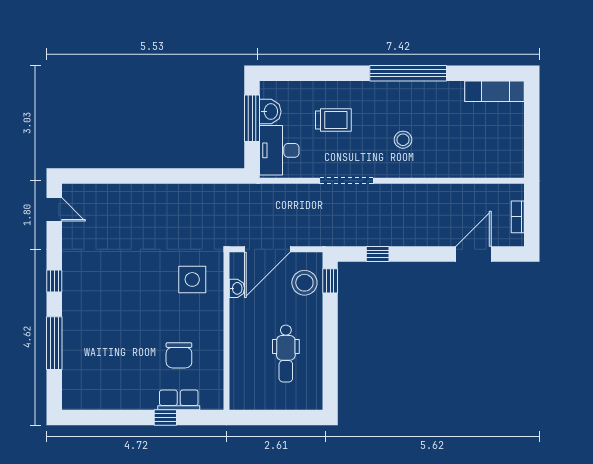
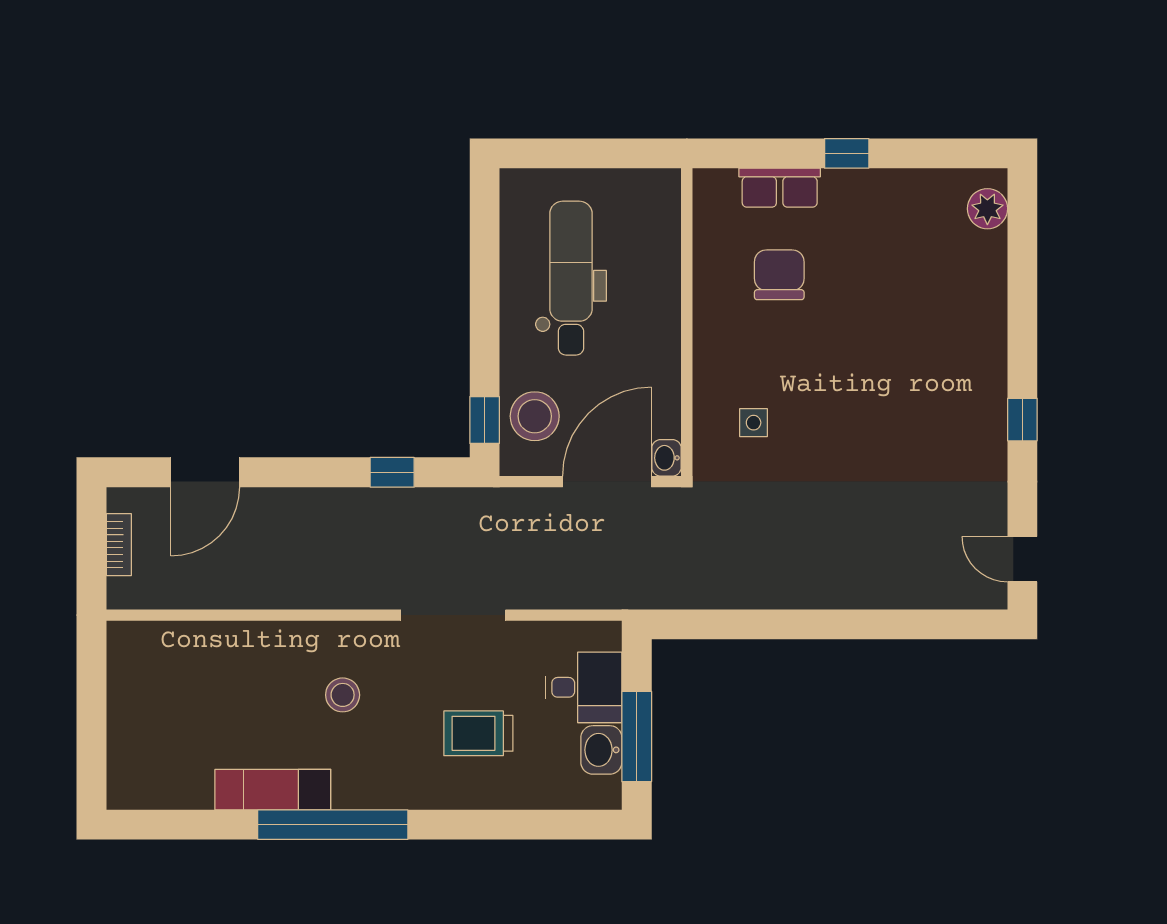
exam couch: (495, 91) -> (273, 790), moved
desk: (279, 150) -> (584, 687), width x0.73
side table: (192, 279) -> (754, 423), width x0.54, depth x0.54
washbasin: (237, 288) -> (666, 458), moved
window: (54, 343) -> (1022, 298), removed
dental chair: (286, 354) -> (571, 278), width x1.36, depth x1.38
plant: (72, 389) -> (987, 209), added
window: (165, 418) -> (847, 153), moved

